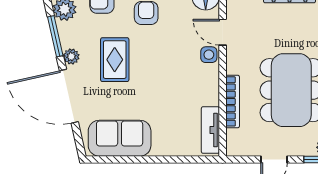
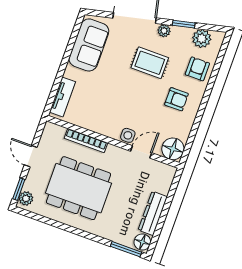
window: (55, 36) -> (184, 24), width x0.67
tv unit: (210, 130) -> (62, 97), moved, turned 90

